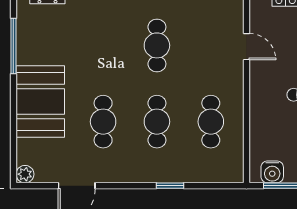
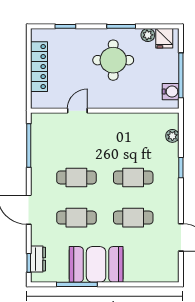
booth: (40, 102) -> (96, 264), moved
cafe table: (211, 122) -> (76, 218), moved
plant: (25, 174) -> (172, 136), moved

